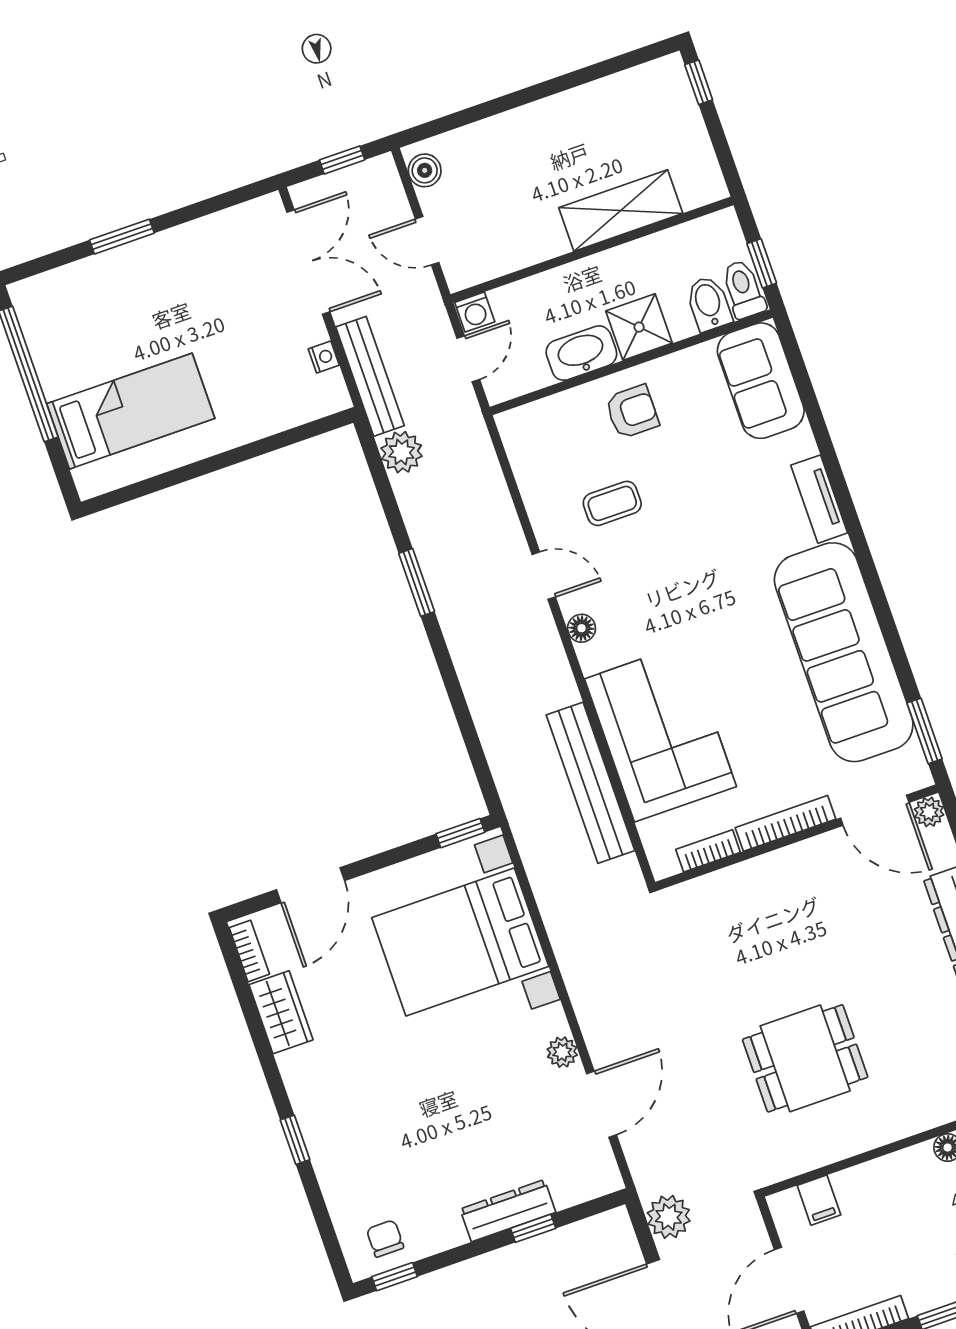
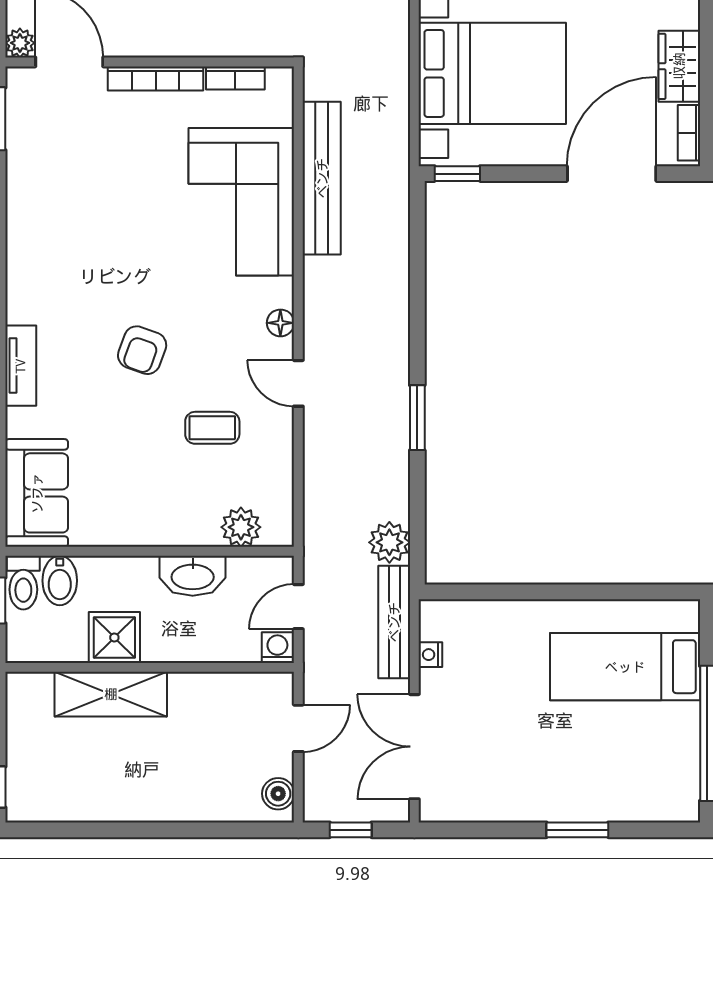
door: (427, 241) -> (298, 728), hinge flipped
shower: (639, 327) -> (114, 637), moved
armchair: (632, 412) -> (142, 350), moved, turned -70
plant: (551, 417) -> (241, 527), added
sofa: (844, 652) -> (47, 217), removed
door: (311, 885) -> (612, 174), width x1.36

